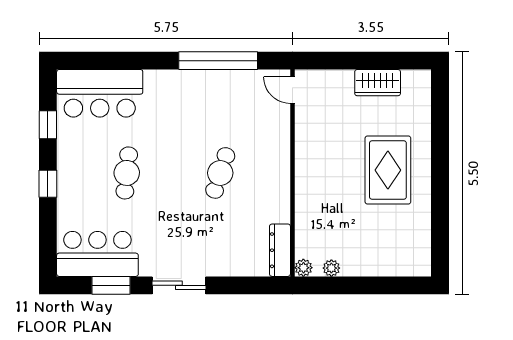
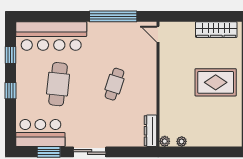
wardrobe: (378, 83) -> (216, 30), width x1.50
bar counter: (100, 93) -> (51, 36), width x1.36
rug: (388, 170) -> (216, 82), turned 90
cafe table: (127, 173) -> (58, 84), width x1.37, depth x1.35

